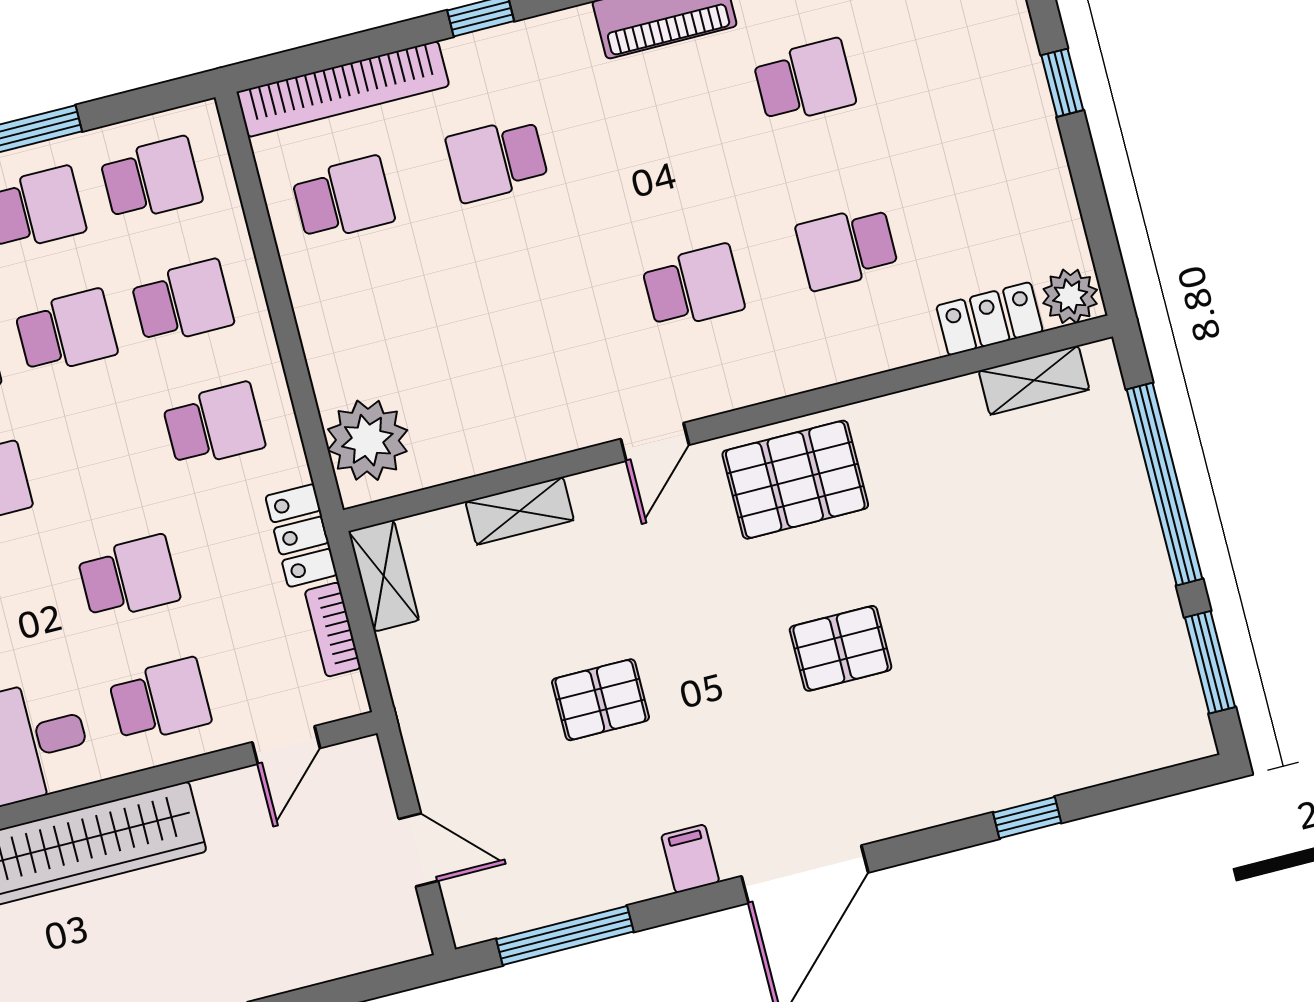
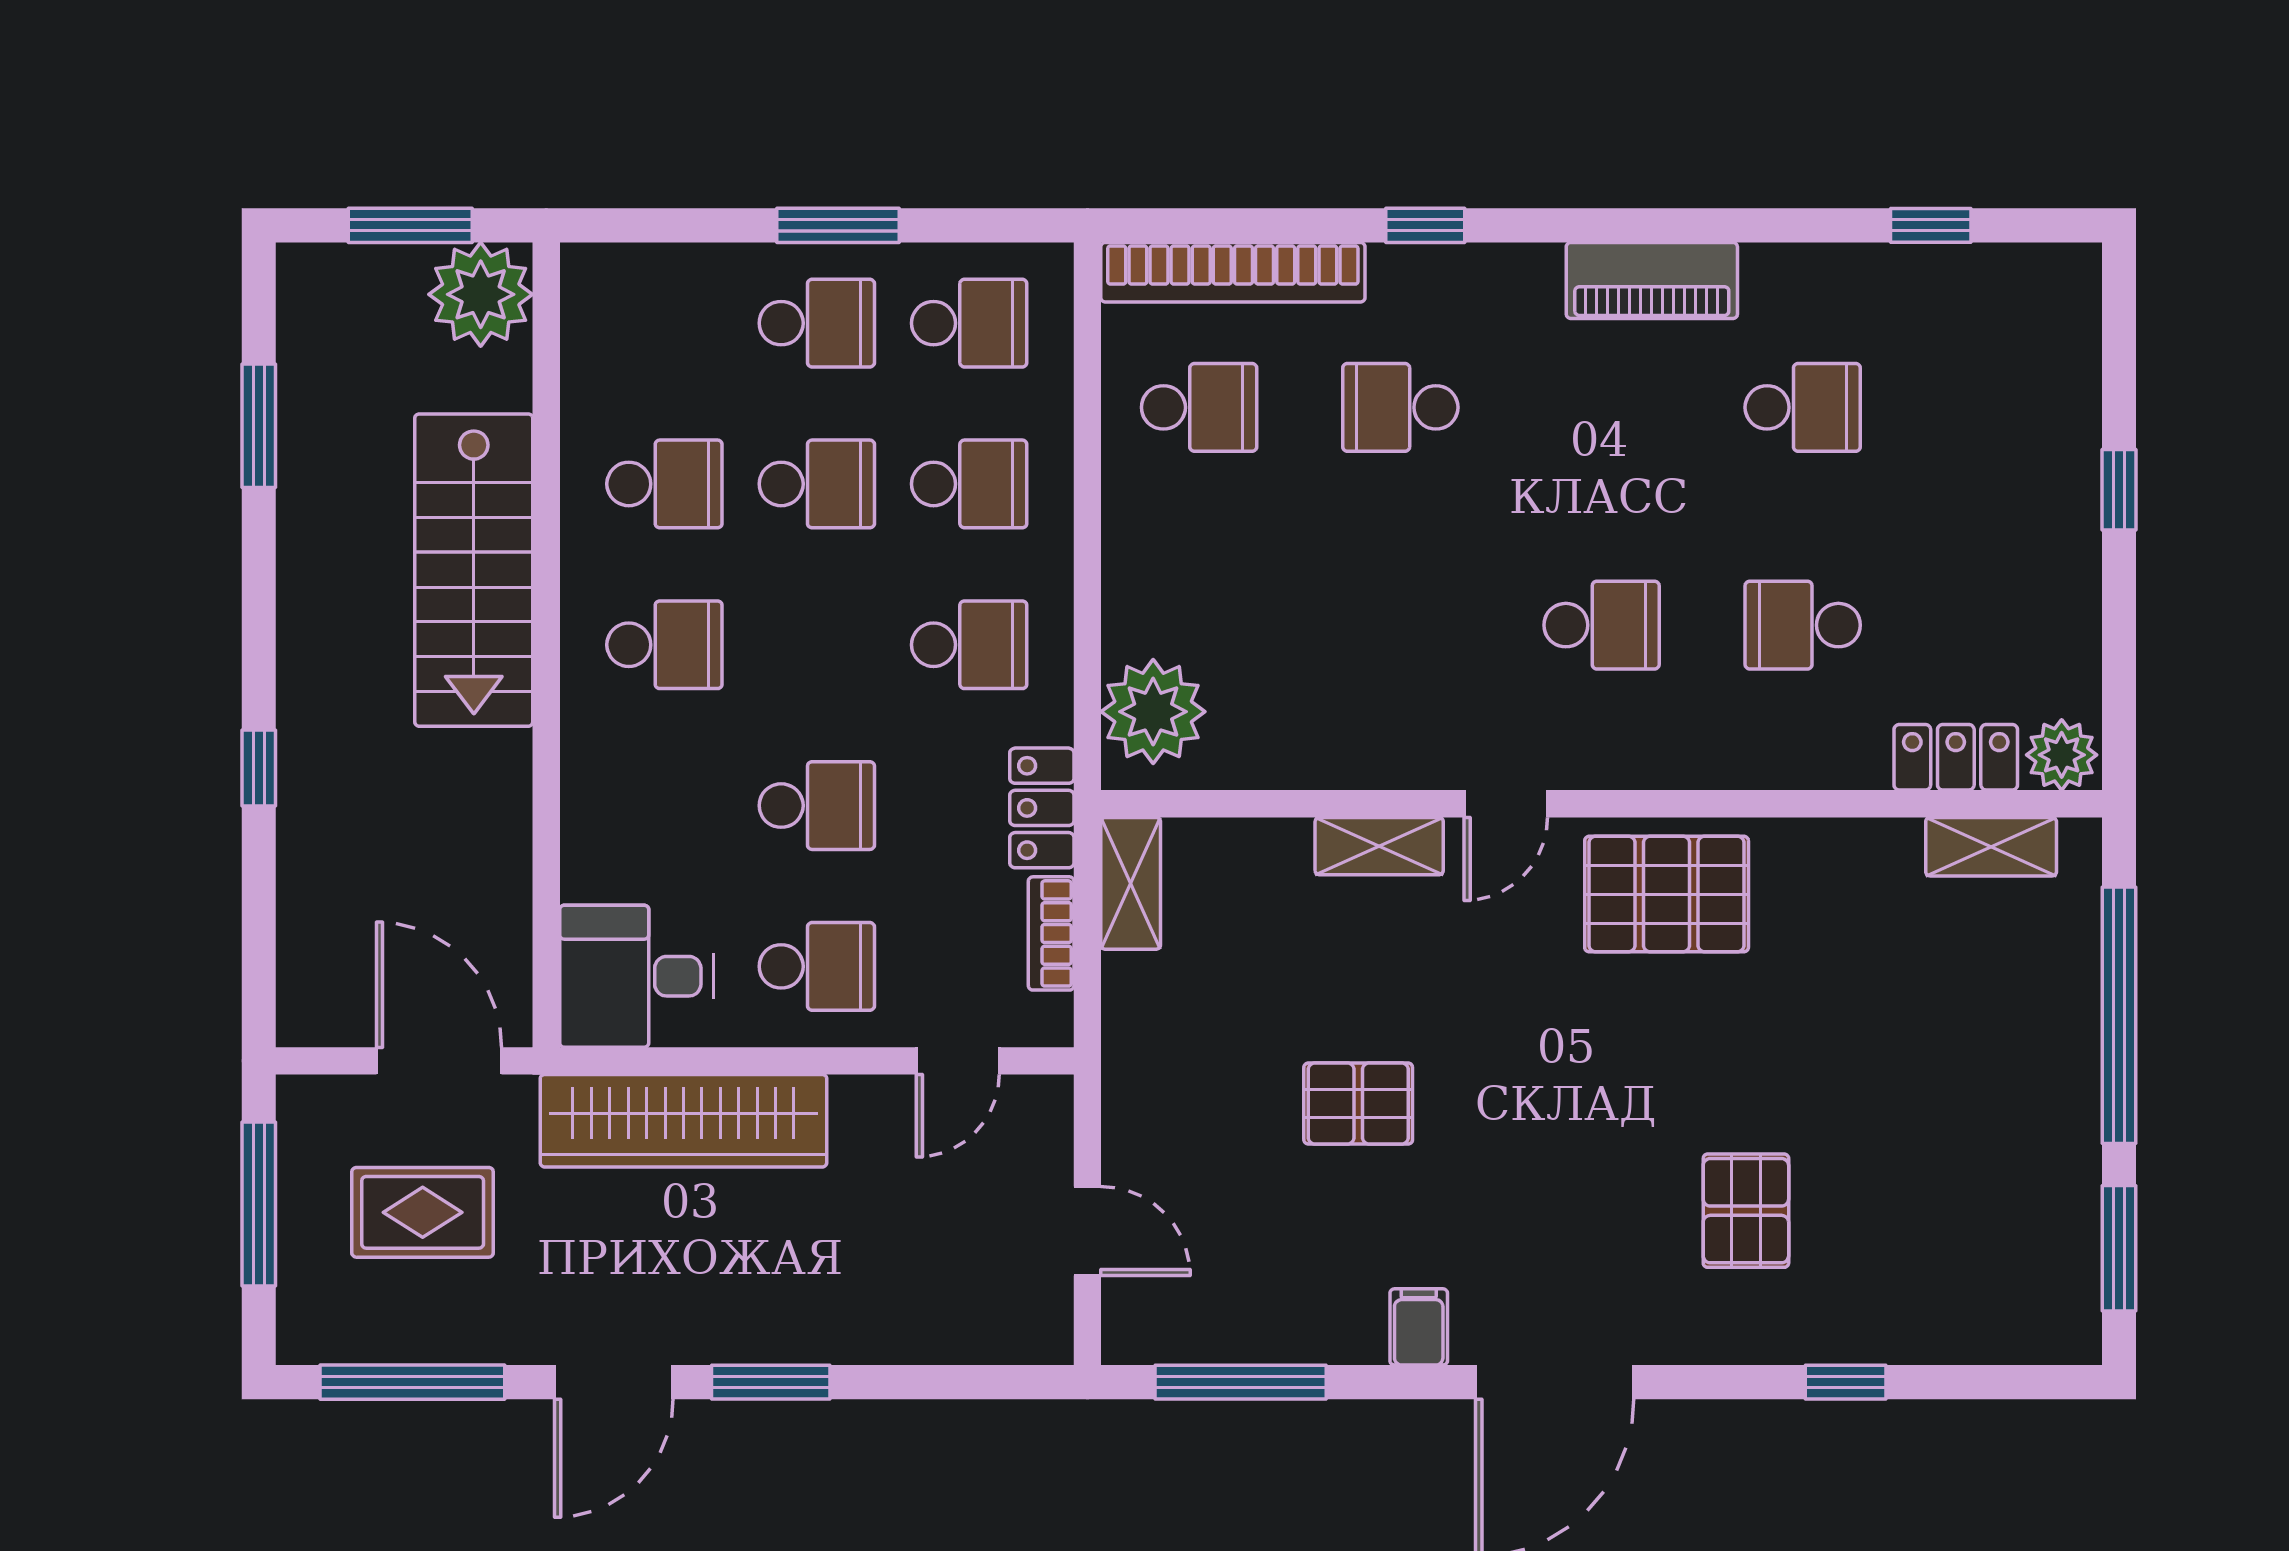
shelving: (520, 511) -> (1379, 846), moved
pallet: (841, 648) -> (1746, 1211), moved, turned 90

